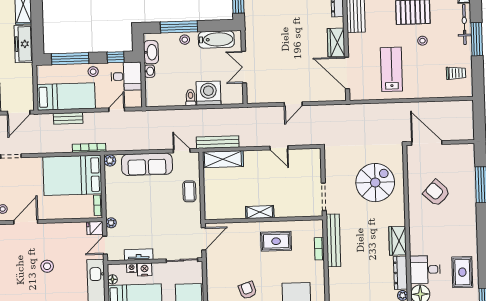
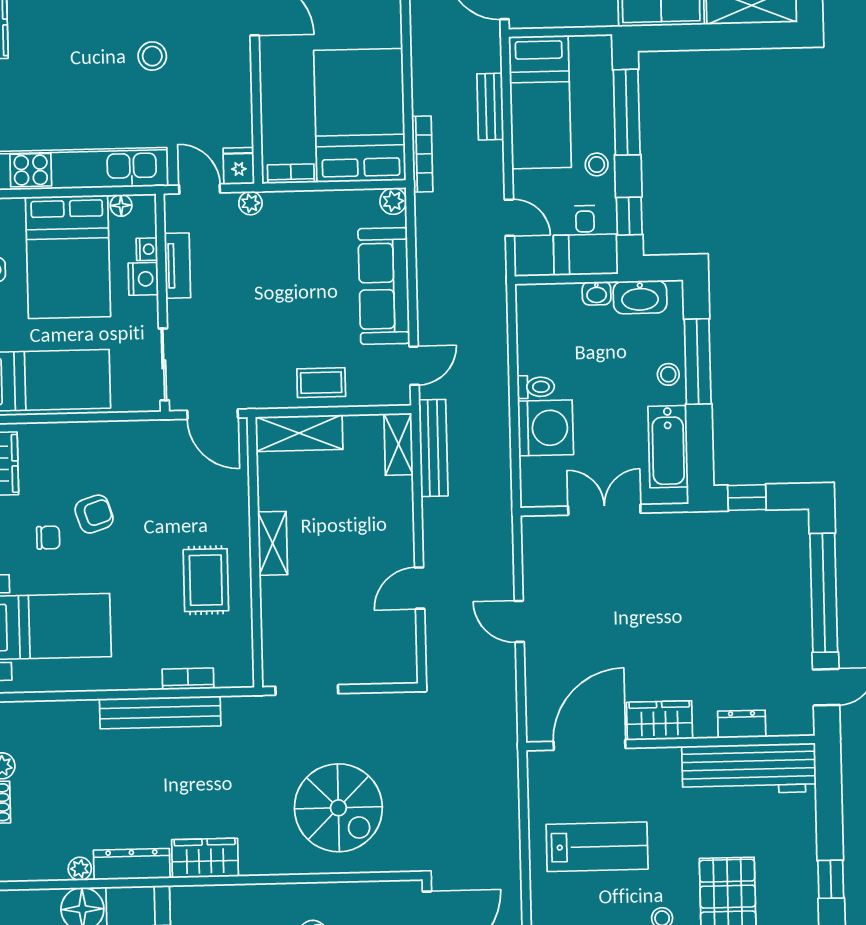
shelving: (223, 159) -> (398, 444), width x0.67, depth x0.75
shelving: (212, 201) -> (299, 433), added
bench: (333, 240) -> (160, 712), moved

